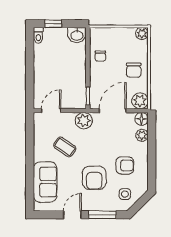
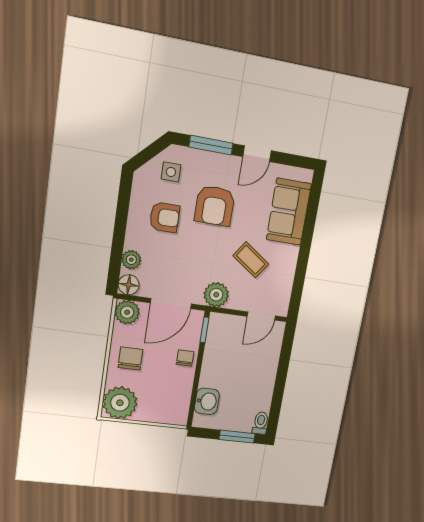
window: (53, 24) -> (237, 437), width x1.50
plant: (142, 33) -> (120, 403), width x1.88, depth x1.88
washbasin: (77, 35) -> (207, 401), moved, turned 90
chair: (100, 56) -> (185, 358), moved
armchair: (125, 165) -> (165, 217), turned 180
armchair: (94, 178) -> (215, 206), turned 180

